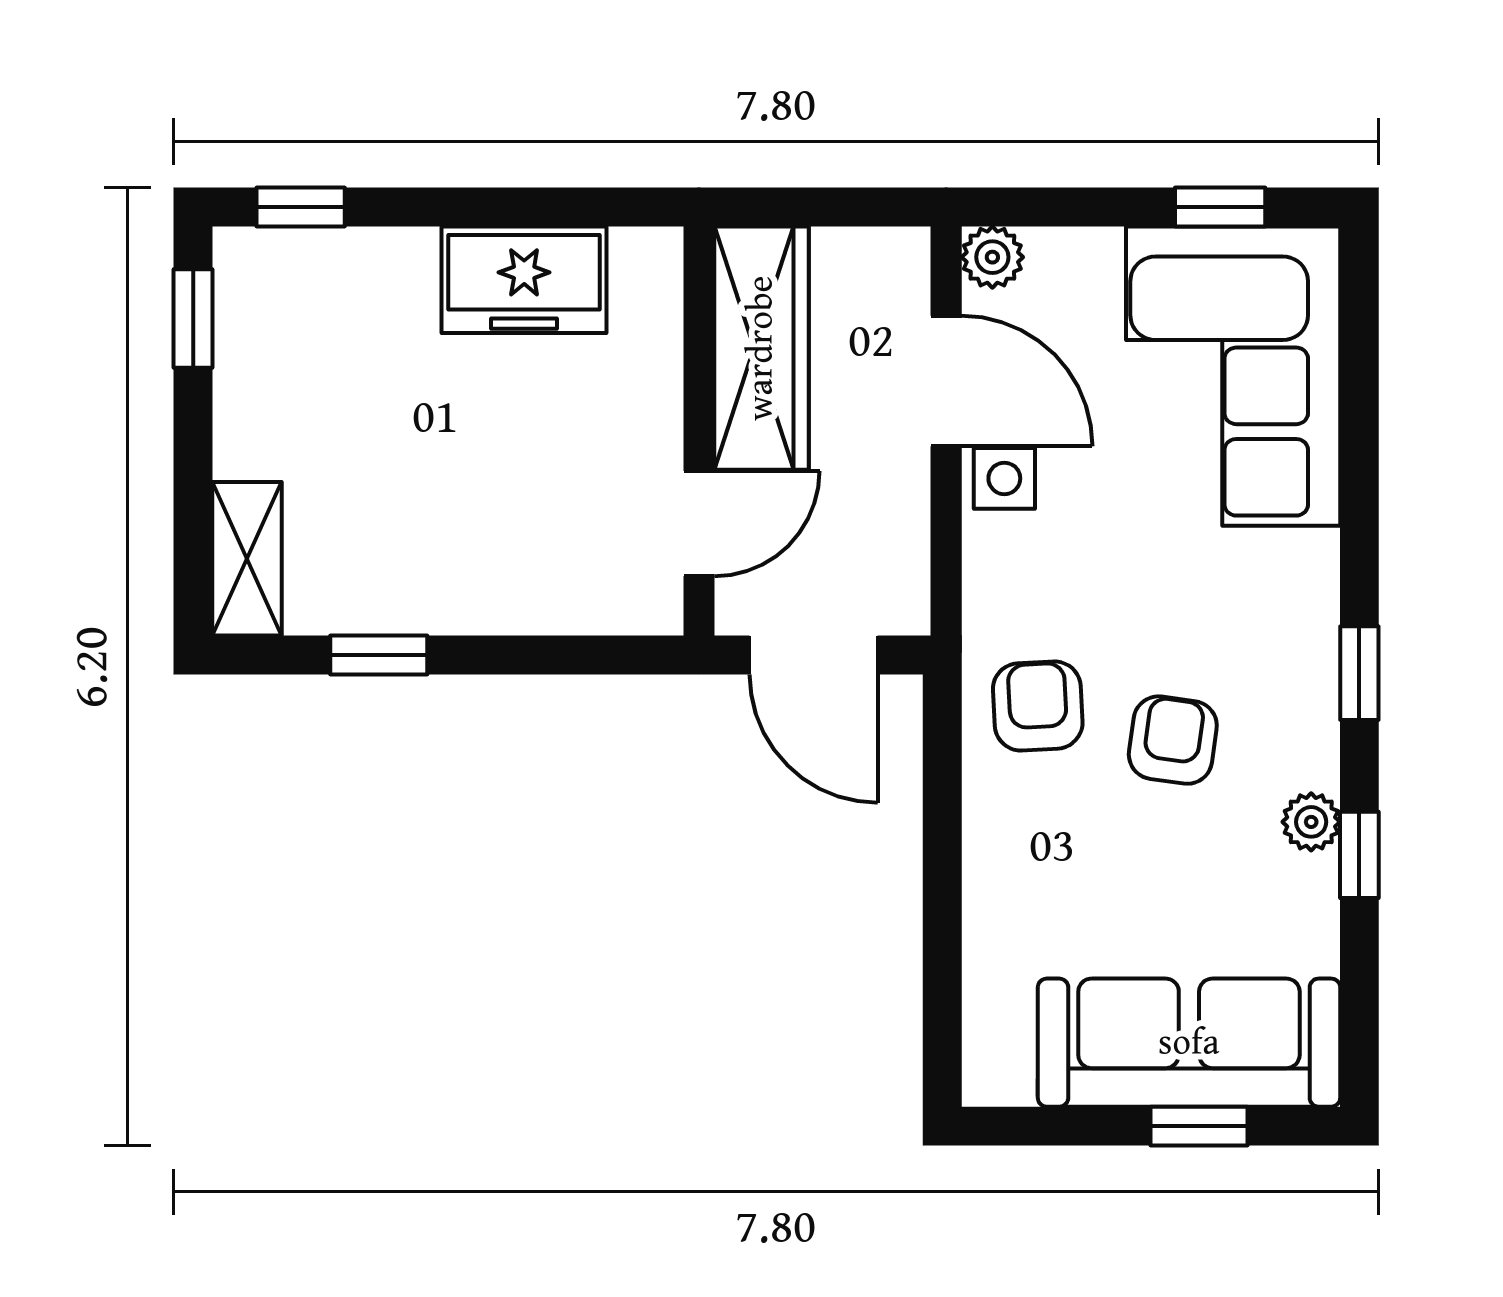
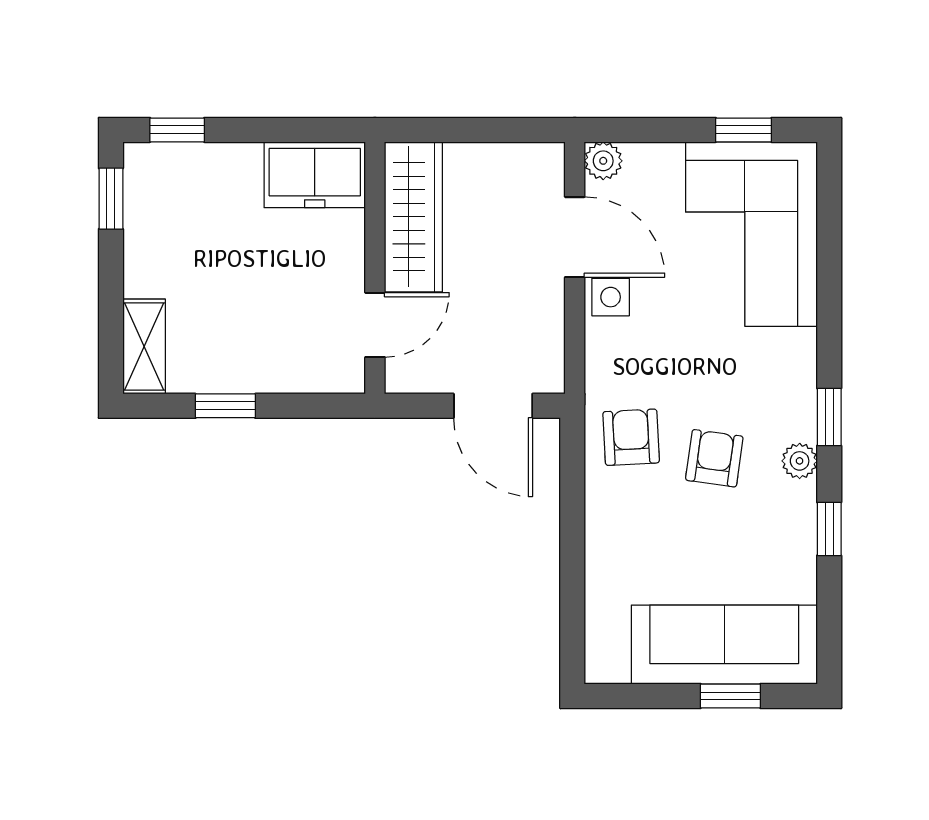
wardrobe: (761, 348) -> (413, 217), moved
wall: (699, 431) -> (375, 268), moved
door: (699, 524) -> (375, 325), moved
plant: (1311, 822) -> (800, 461), moved

